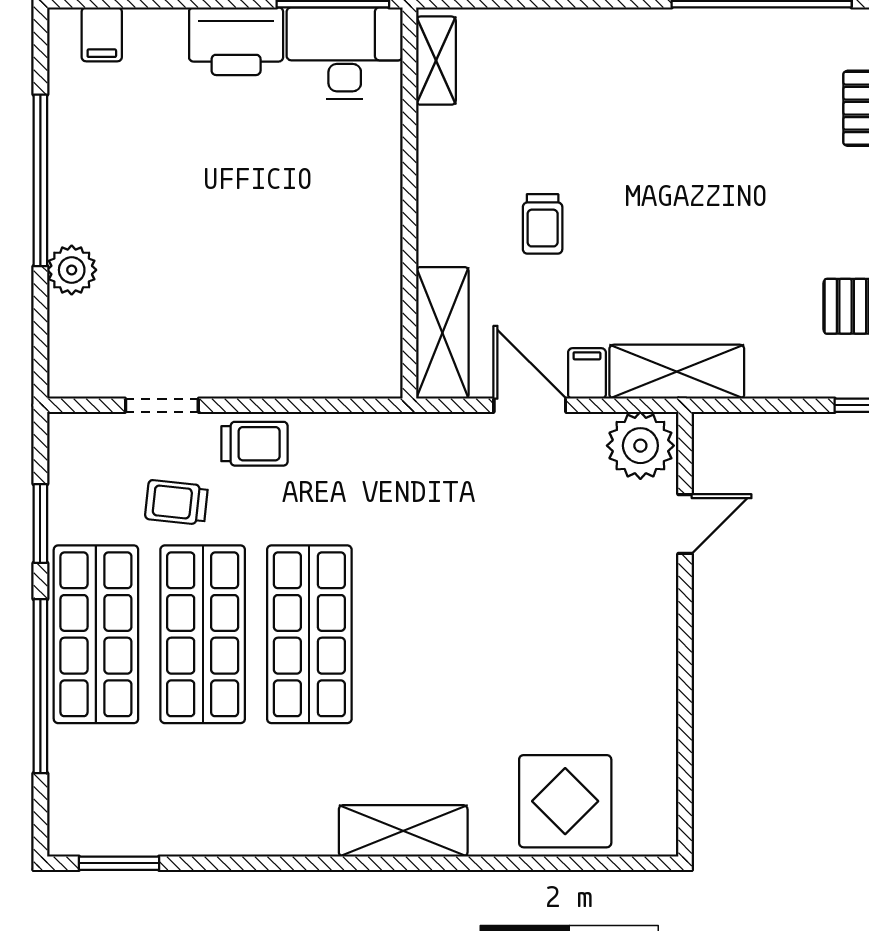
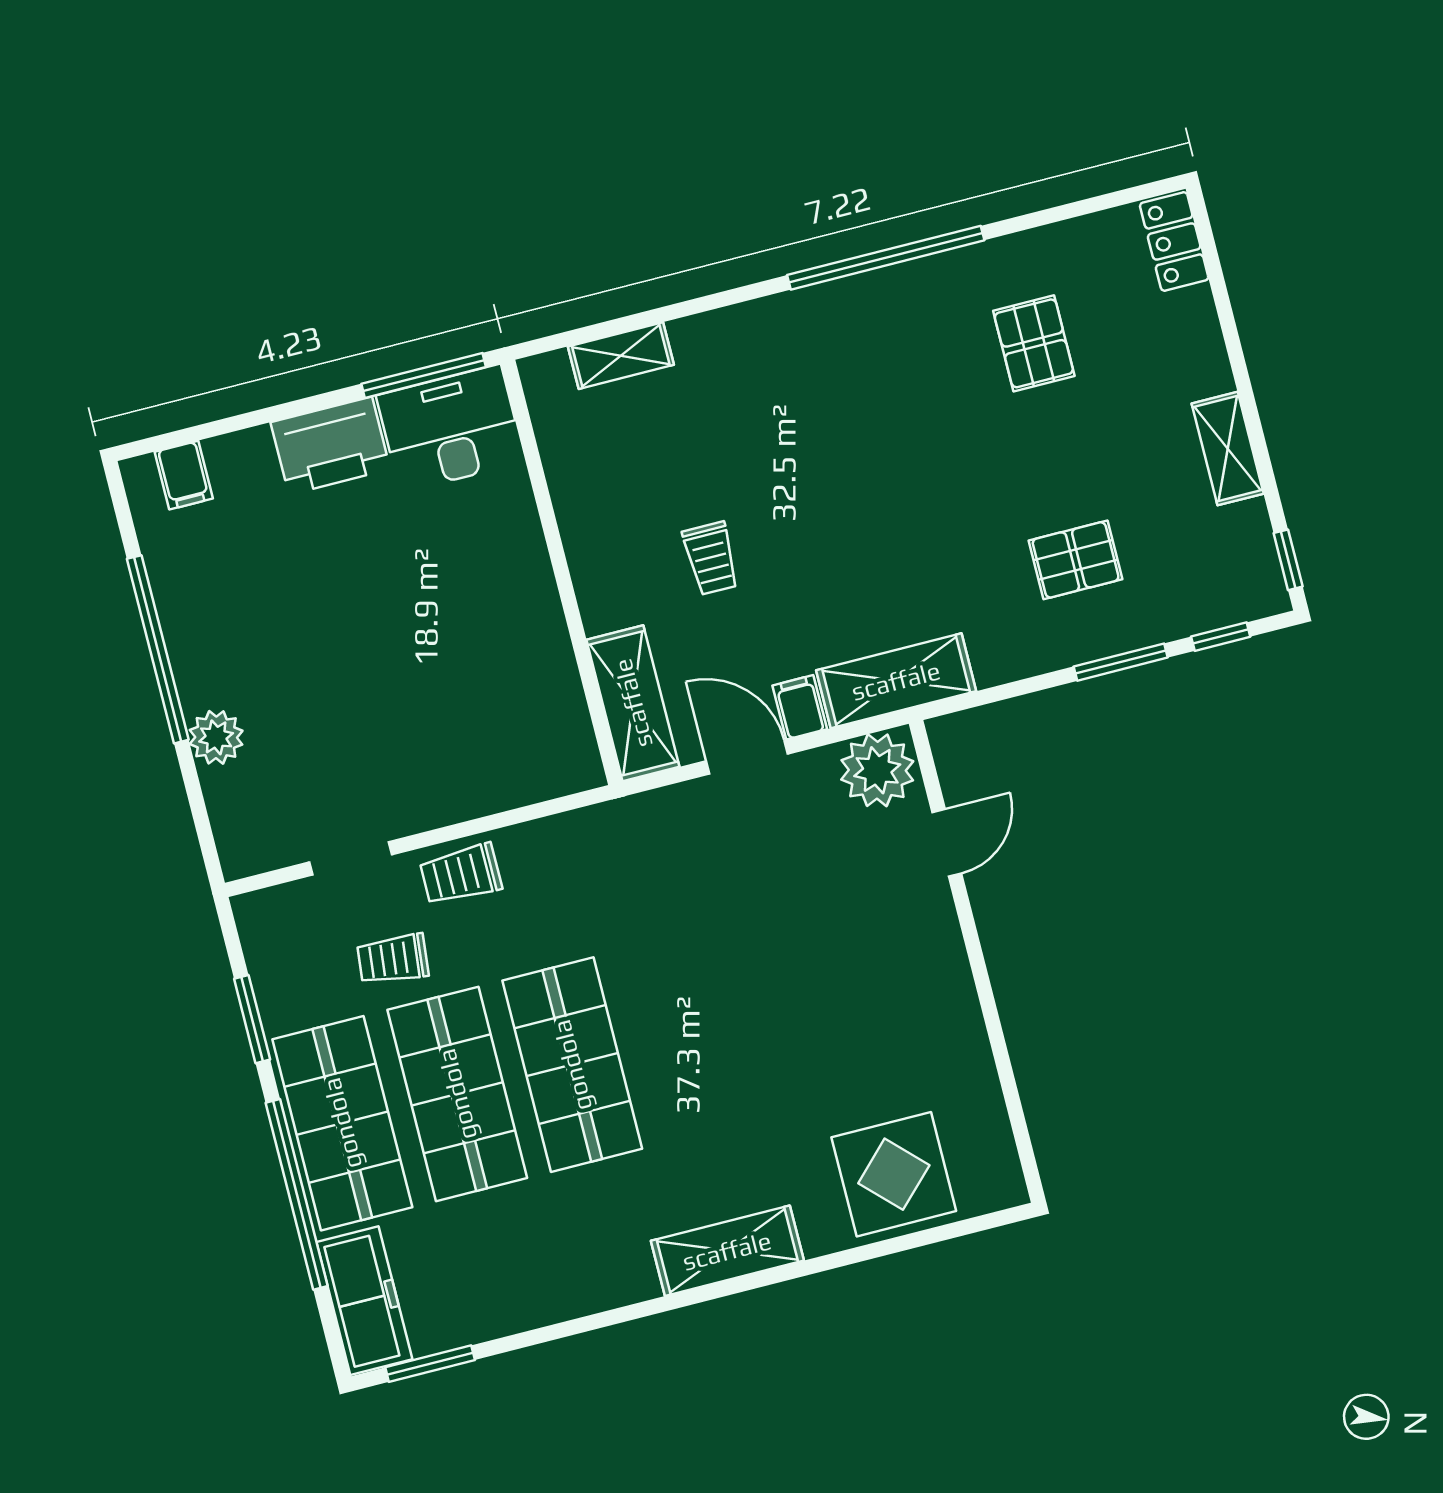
shelving: (436, 61) -> (621, 356), moved, turned 90
trolley: (254, 444) -> (461, 874), turned 180
freezer: (76, 794) -> (364, 1301), added

